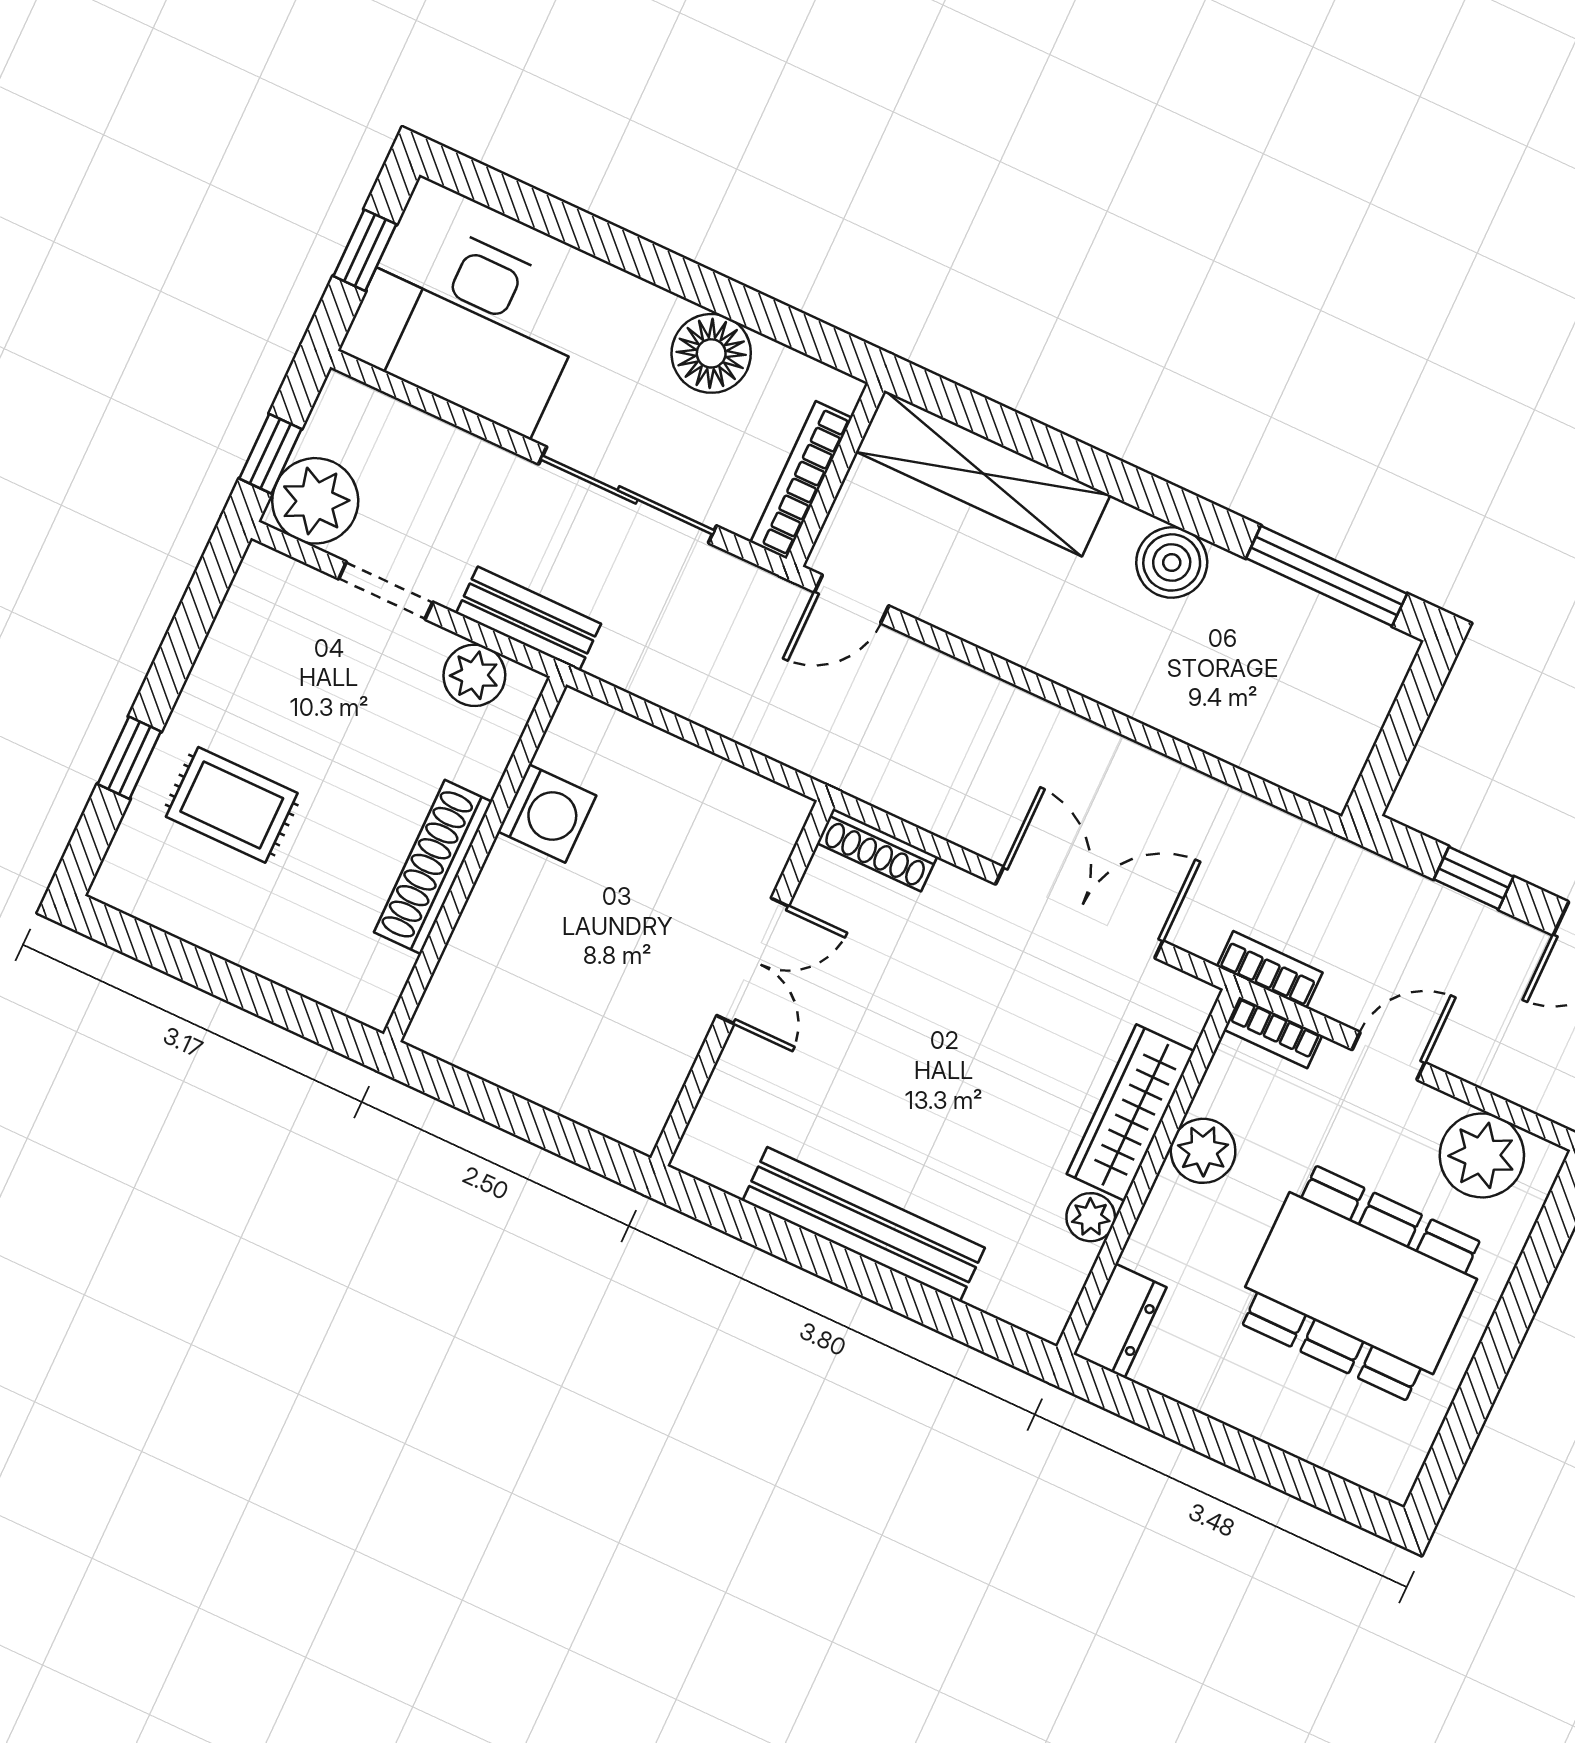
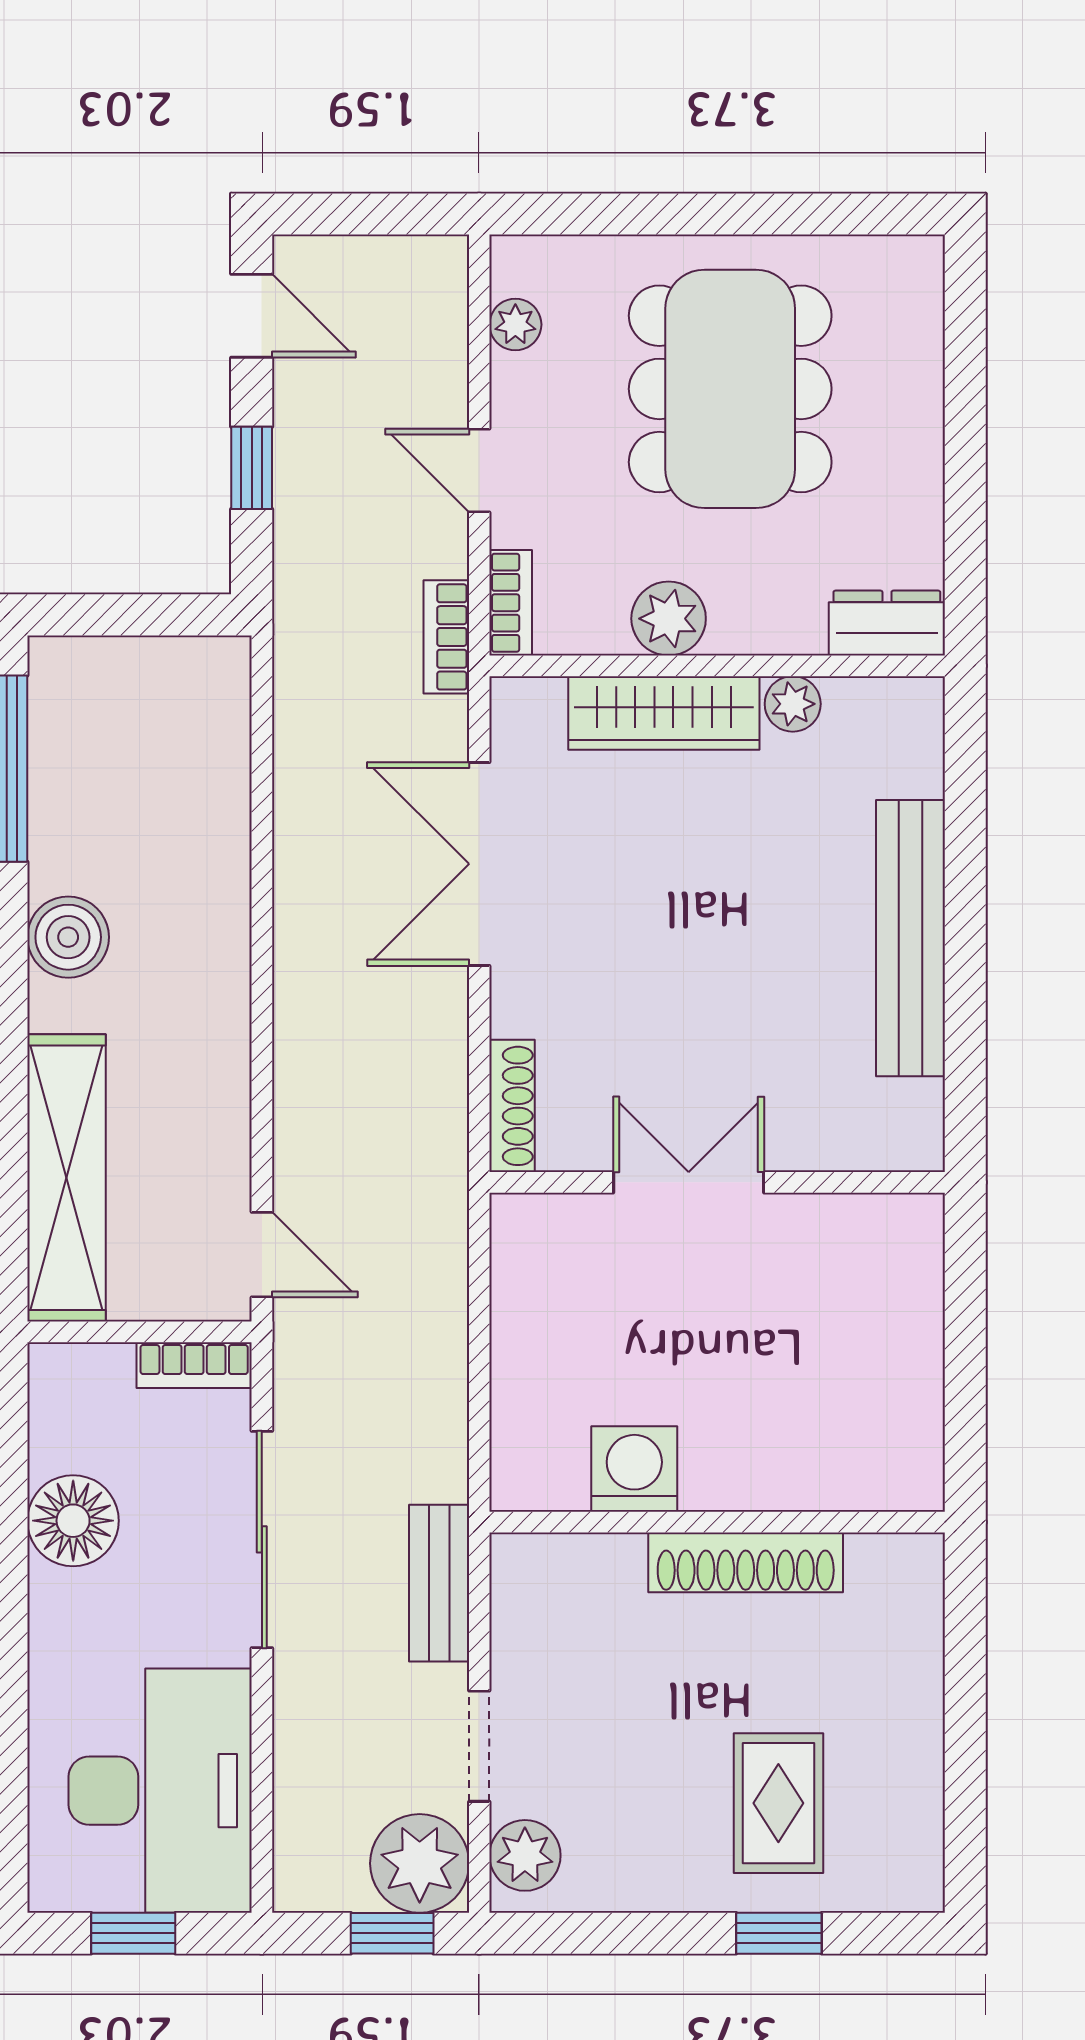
bookcase: (801, 480) -> (194, 1365), width x0.64
plant: (474, 675) -> (525, 1855), moved
plant: (1482, 1155) -> (515, 325), width x0.53, depth x0.53

